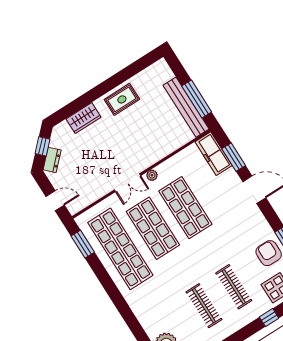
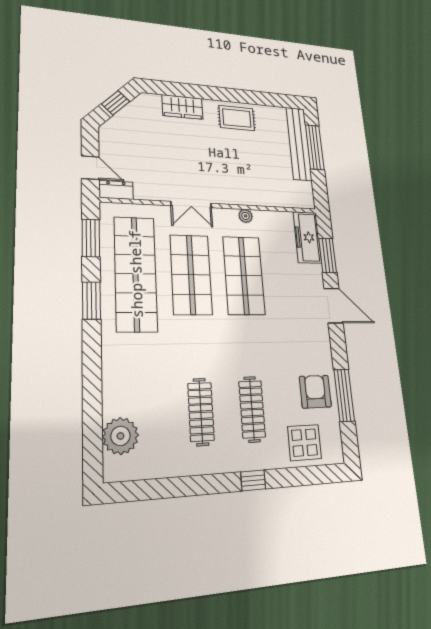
window: (197, 99) -> (315, 147), moved
bench: (186, 107) -> (299, 144), moved
dresser: (52, 160) -> (116, 190), moved, turned -135
plant: (152, 175) -> (246, 216), moved
window: (106, 280) -> (91, 301), added
window: (269, 318) -> (253, 480), moved

